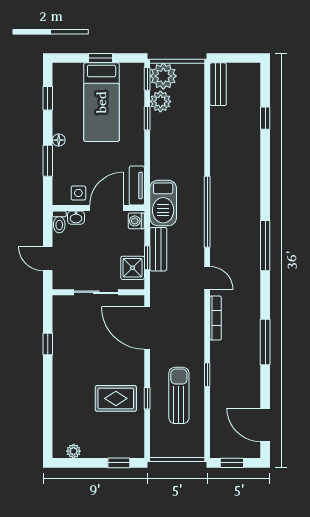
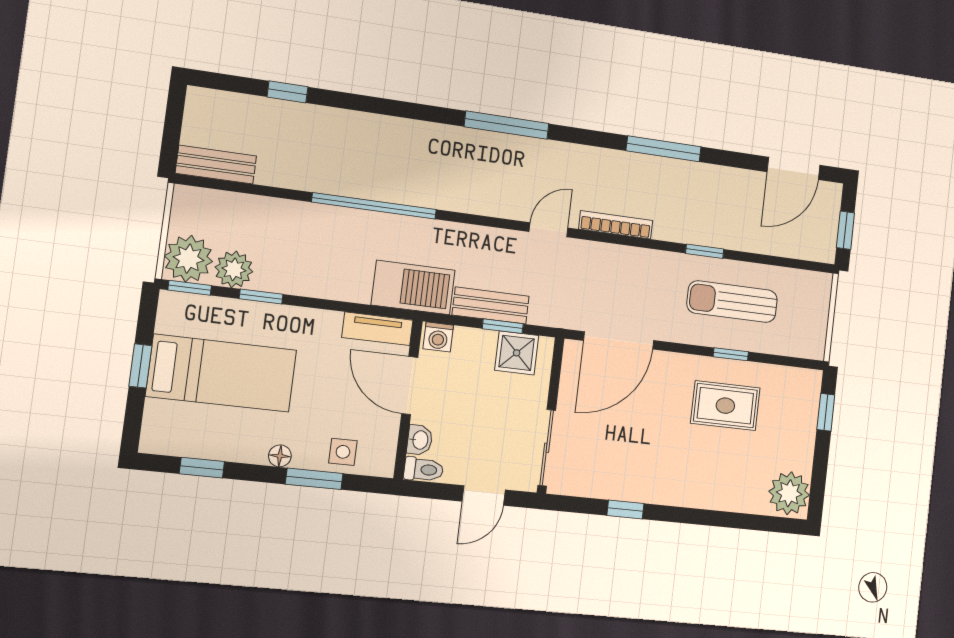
side table: (78, 193) -> (343, 452), moved
window: (207, 212) -> (374, 206), moved
sliding door: (96, 292) -> (547, 448), moved
rug: (116, 398) -> (725, 406), turned 90
plant: (74, 451) -> (789, 493), width x1.88, depth x1.88

